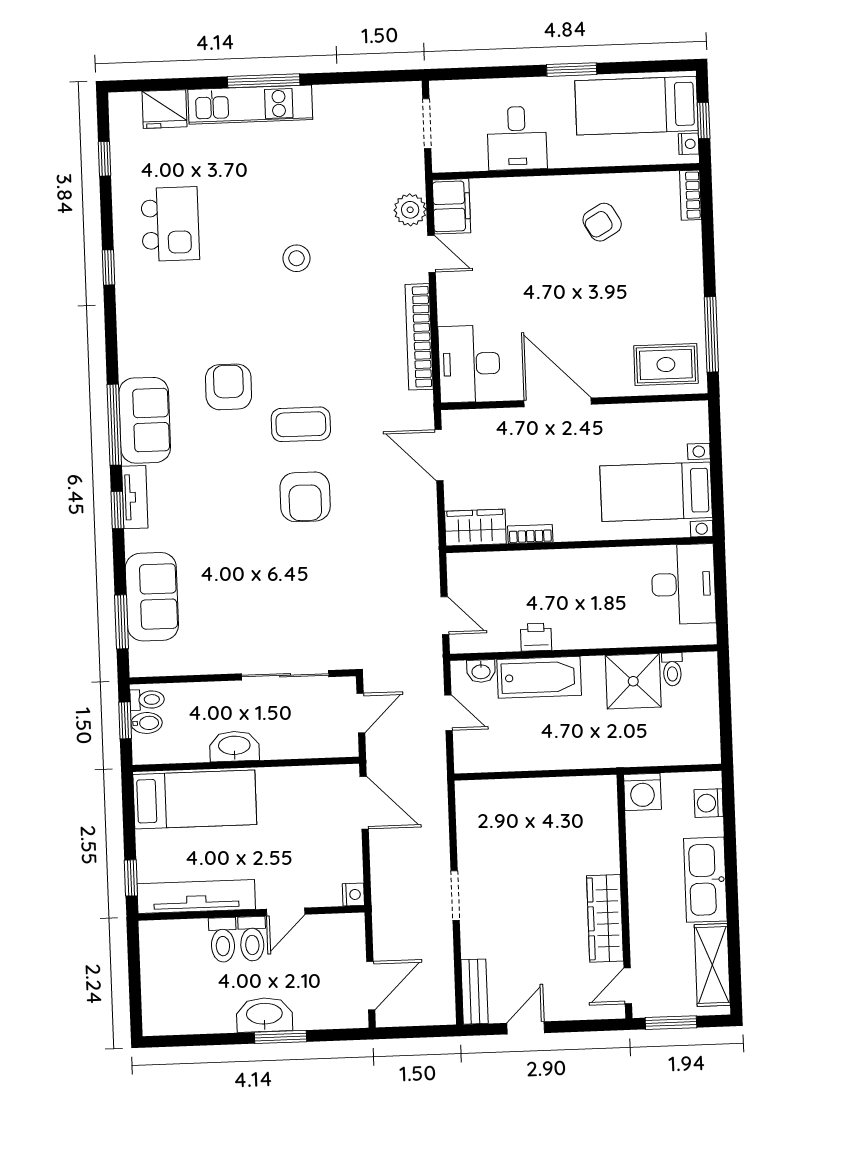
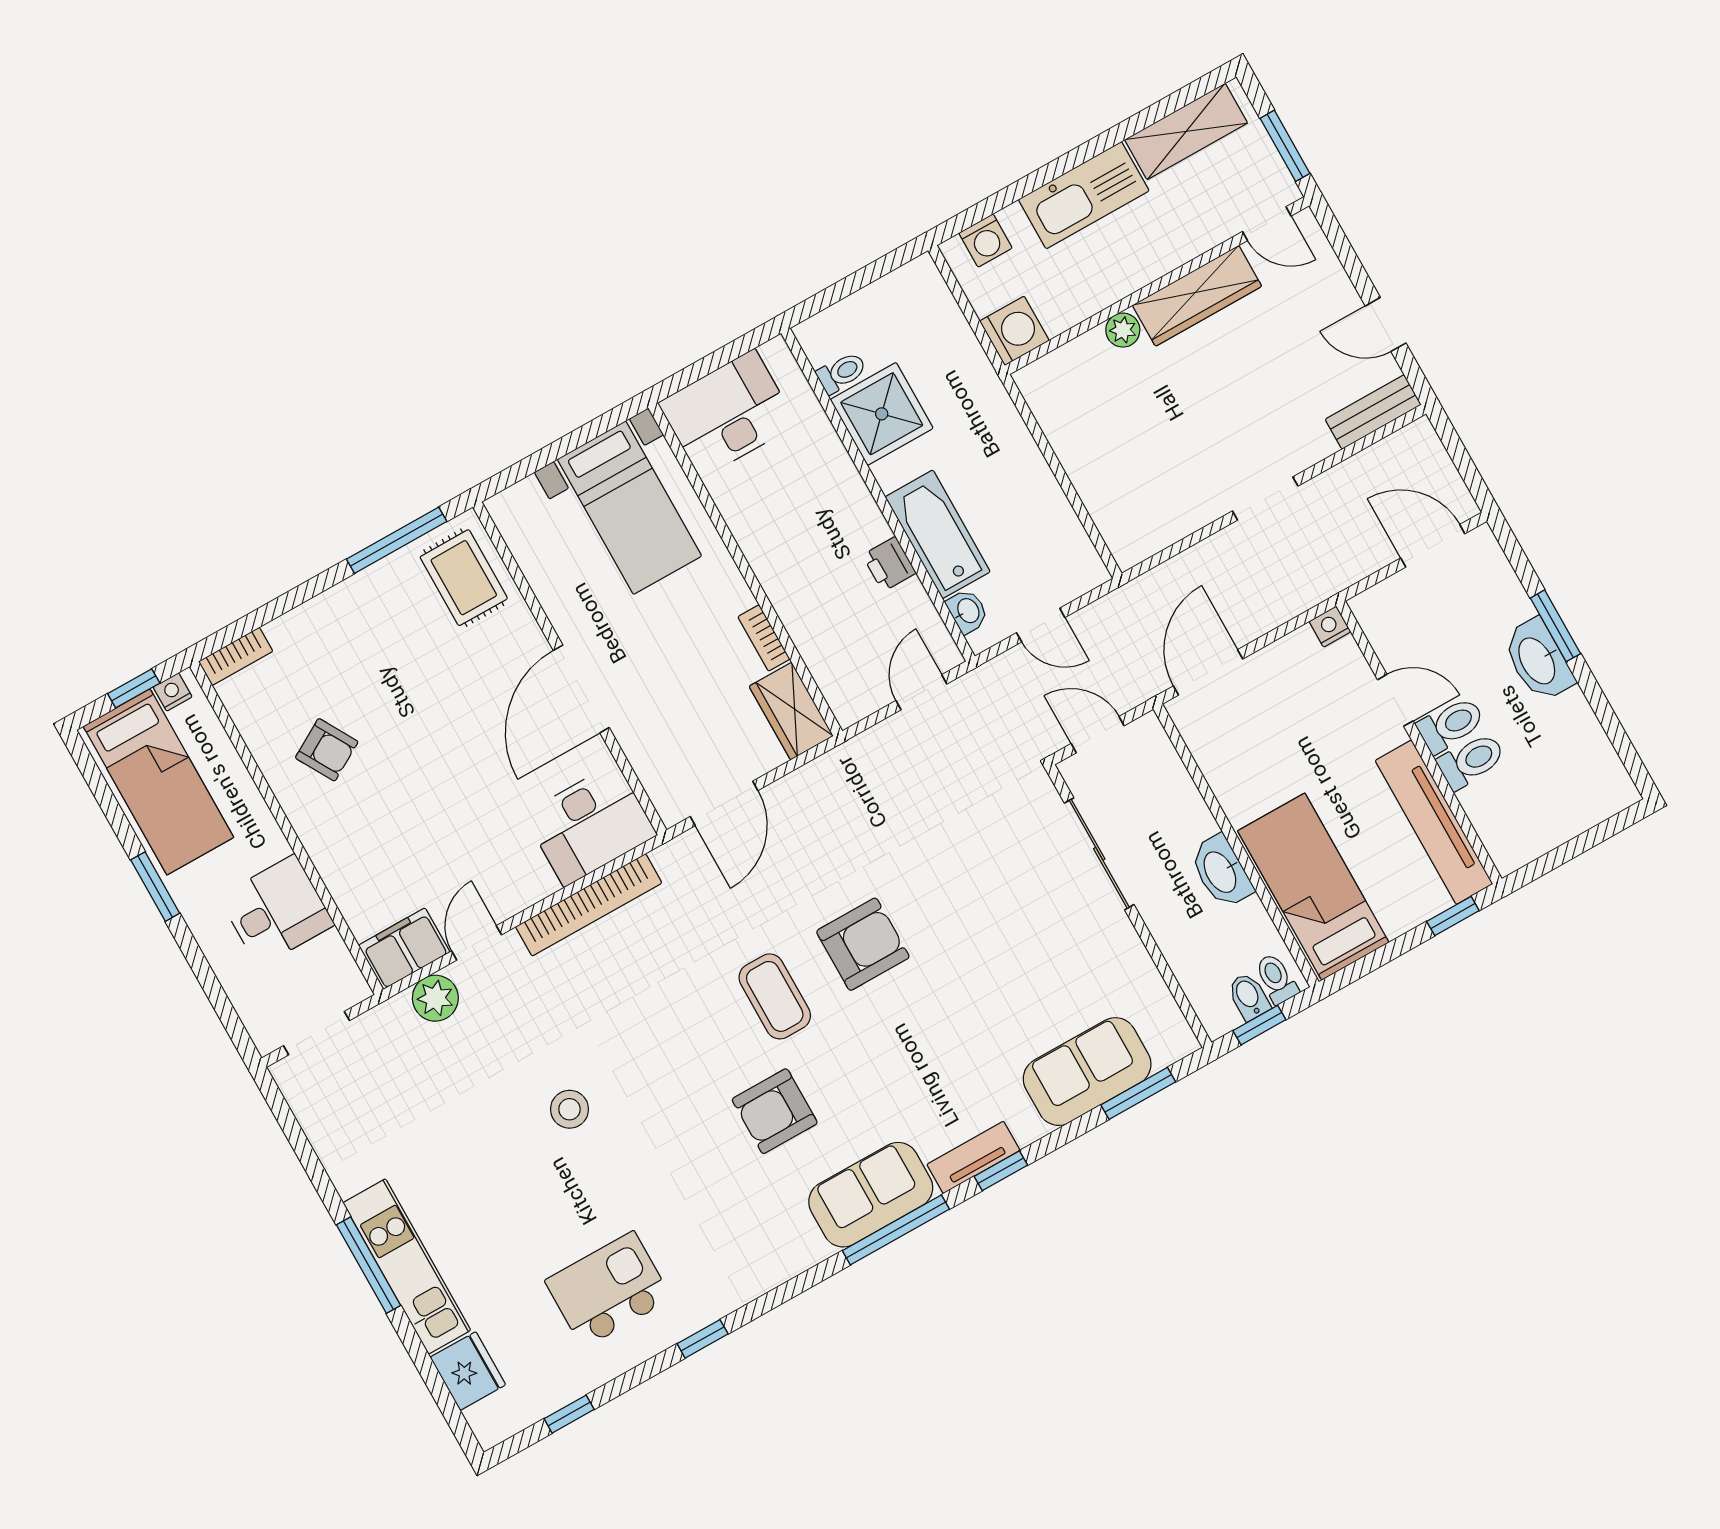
toilet: (147, 700) -> (1276, 979), moved
door: (448, 713) -> (1041, 625), swing flipped
plant: (608, 860) -> (1123, 330), added

